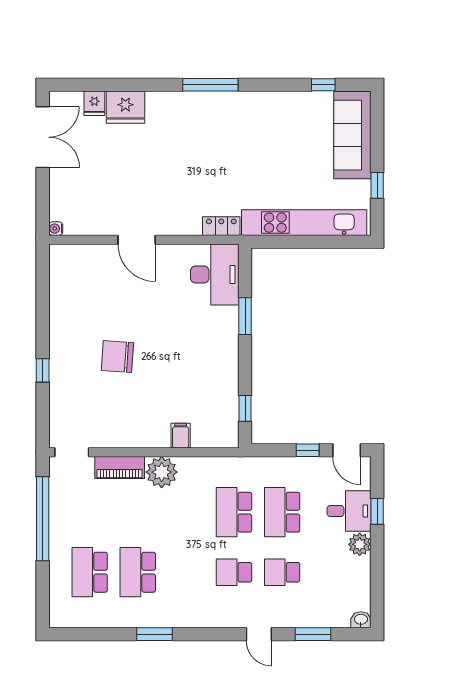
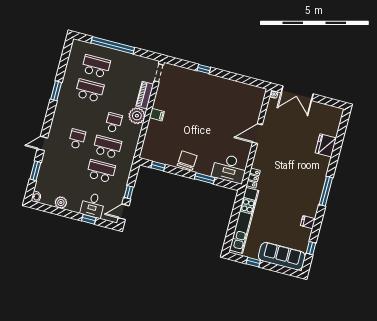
fridge: (94, 103) -> (308, 222), moved
double door: (43, 137) -> (297, 93), moved
chair: (117, 357) -> (187, 160), moved
filing cabinet: (181, 436) -> (157, 115), moved
window: (43, 519) -> (113, 45), moved
plant: (360, 544) -> (61, 203), moved
school desk: (282, 572) -> (114, 123), moved

